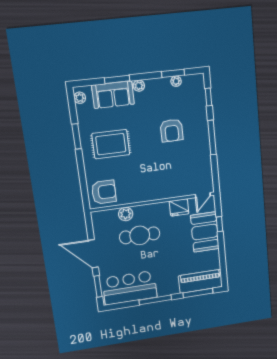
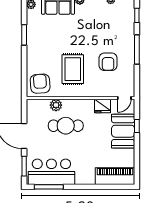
armchair: (172, 130) -> (108, 62), moved
rug: (111, 144) -> (73, 69), moved, turned 90
armchair: (104, 192) -> (40, 84), turned -94
window: (198, 293) -> (112, 187), removed
window: (155, 300) -> (49, 187), moved

